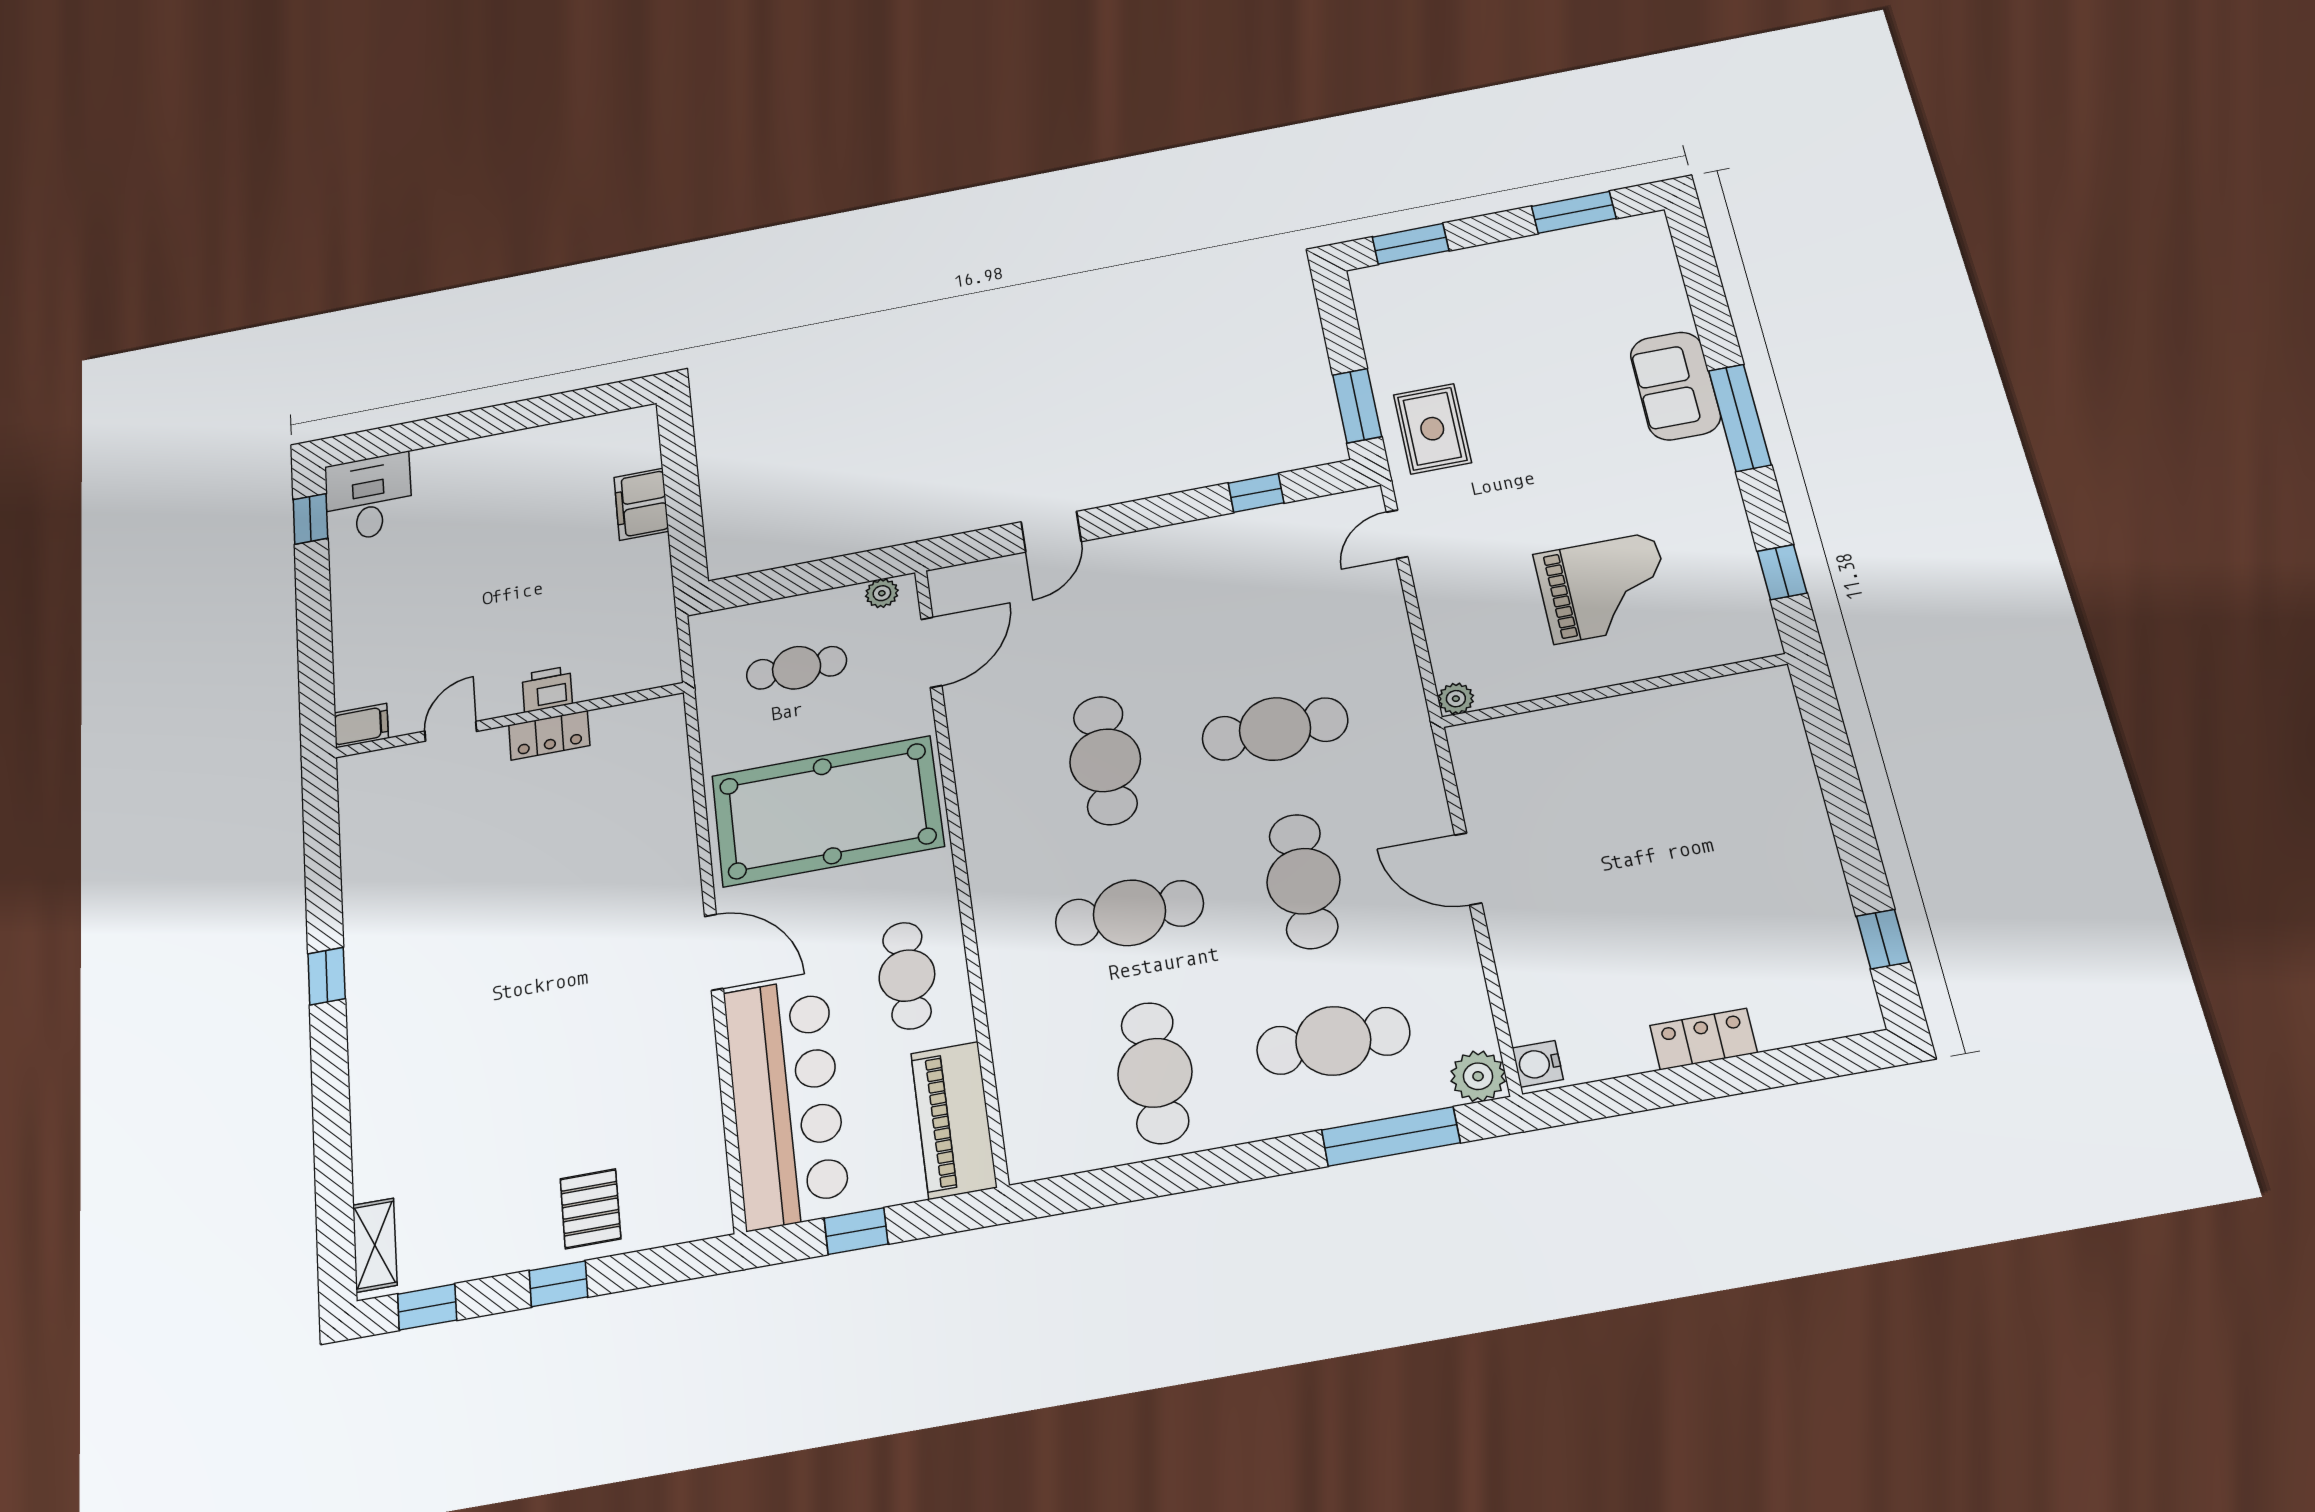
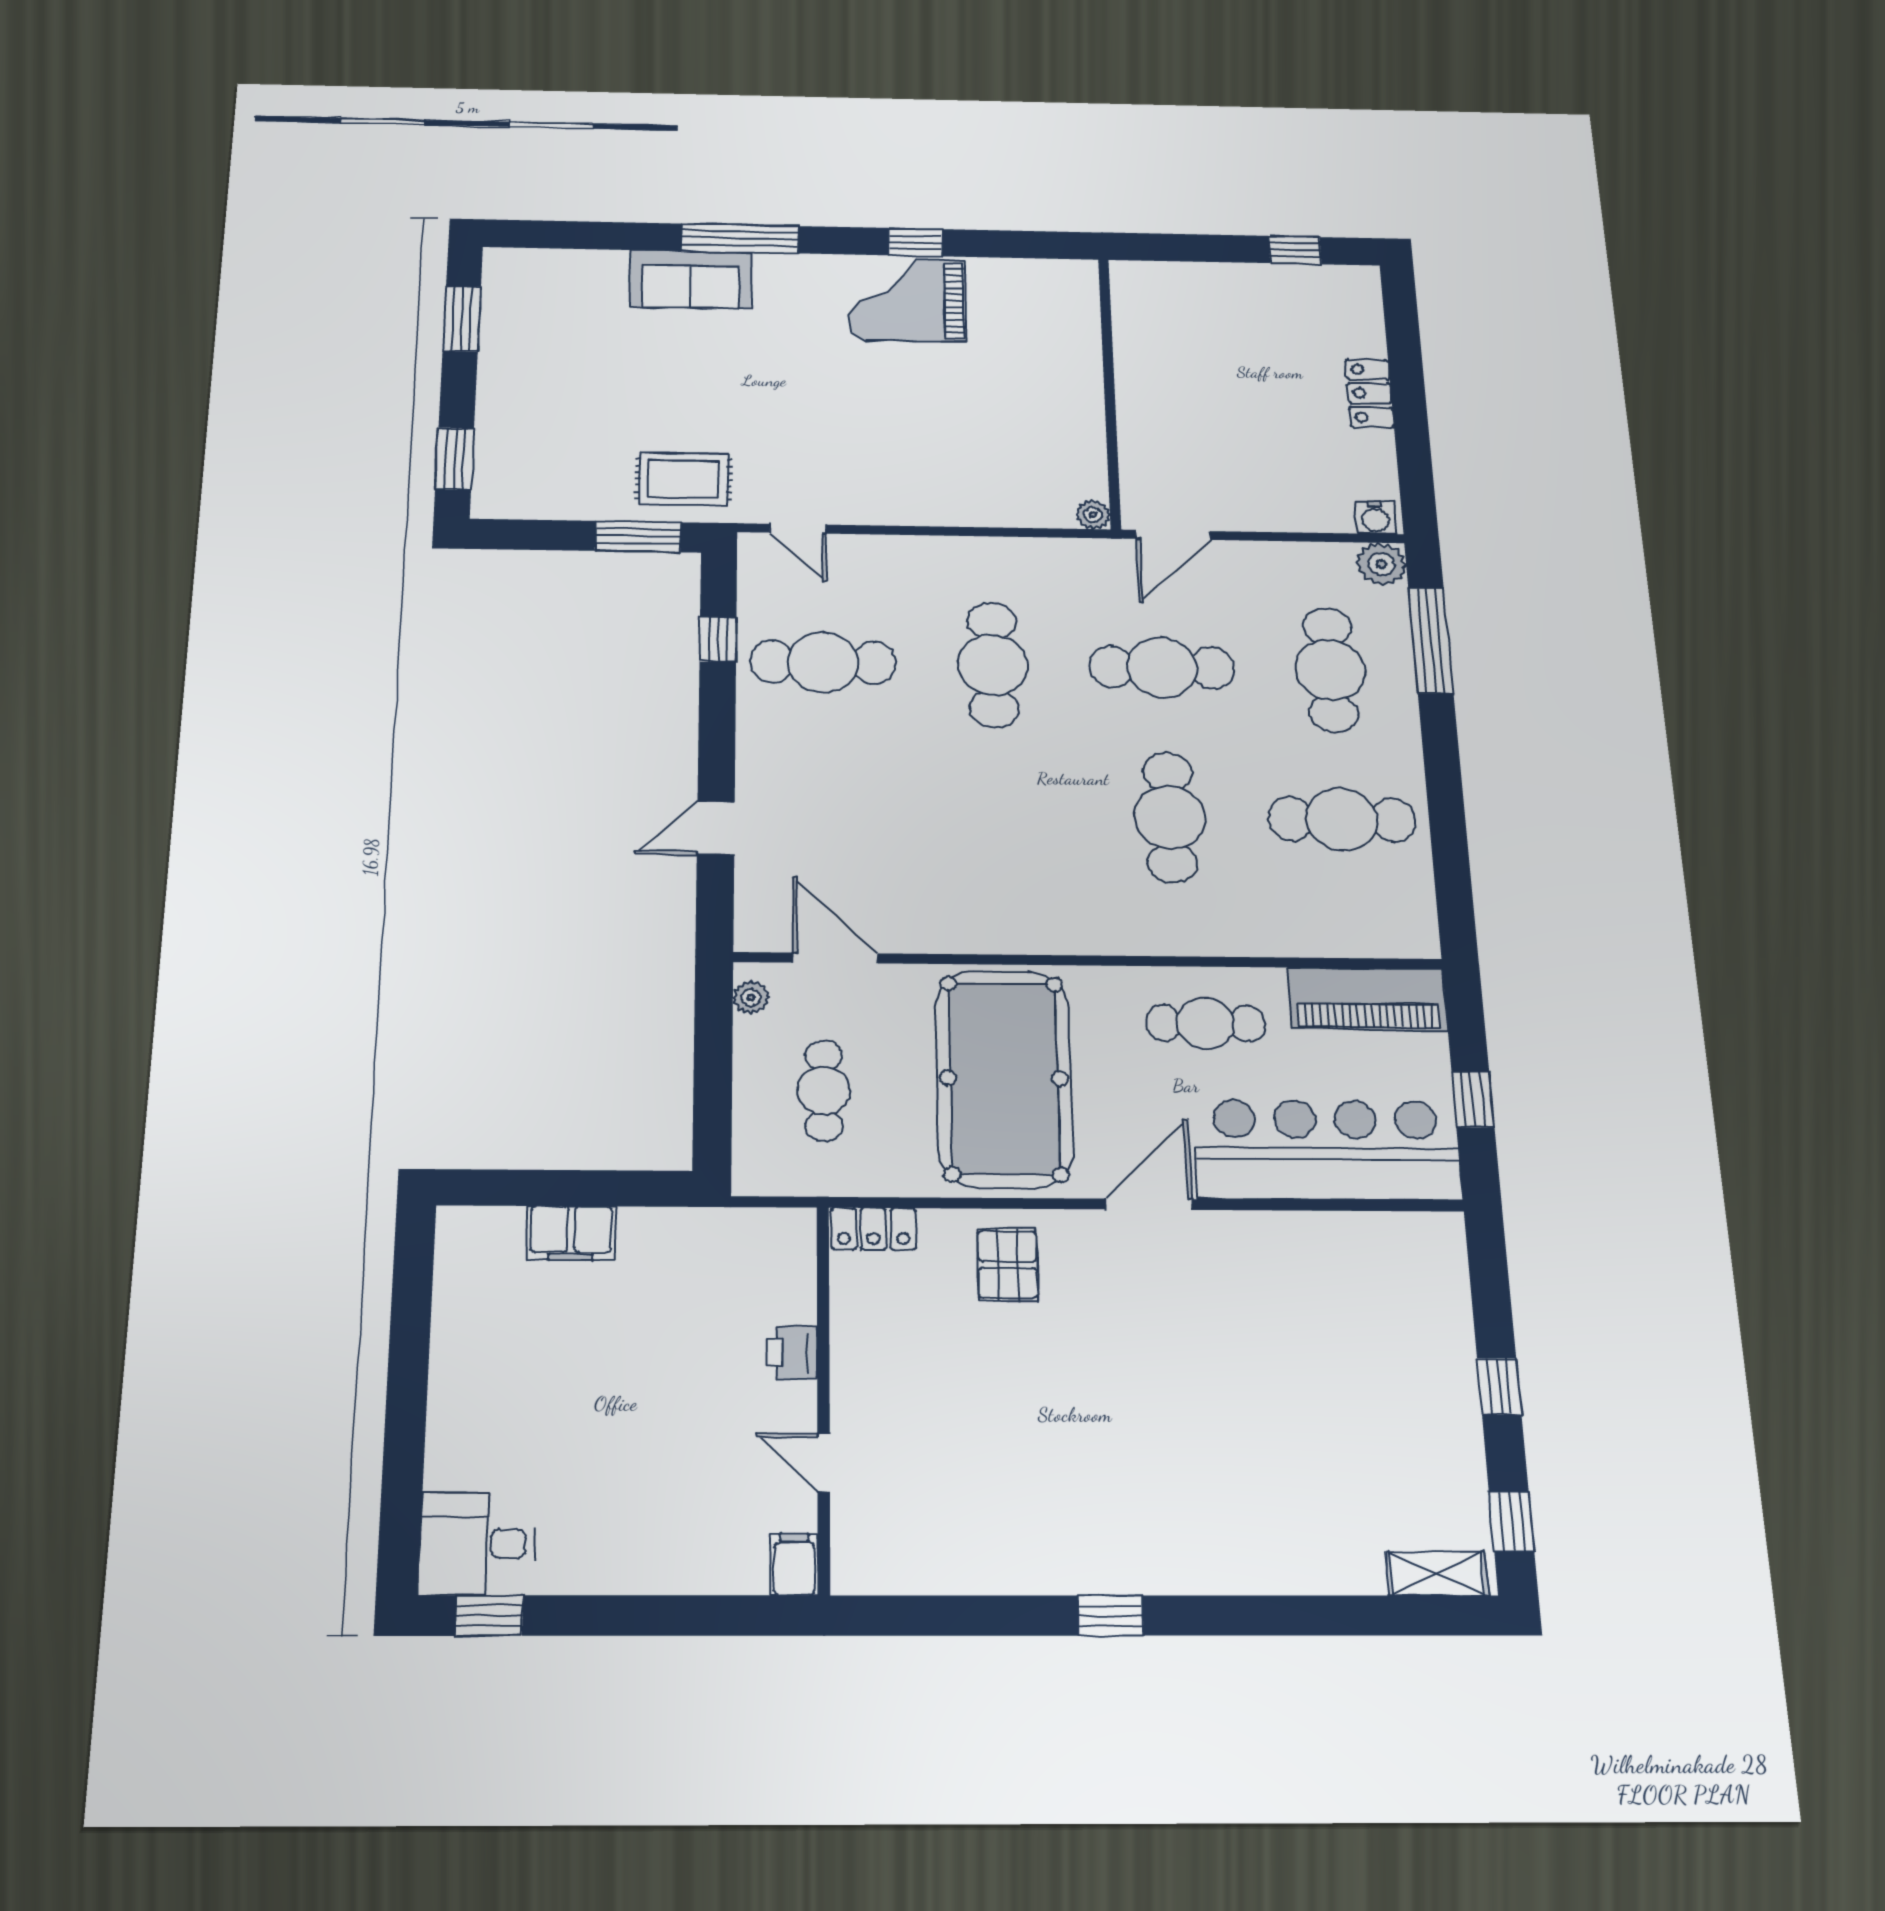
door: (1051, 532) -> (716, 828), swing flipped
grand piano: (1604, 588) -> (907, 300), moved, turned -90
wall: (1614, 690) -> (1110, 392), moved
plant: (1456, 699) -> (1093, 515), moved
locker: (549, 735) -> (873, 1229), moved, turned 90
cafe table: (1105, 760) -> (823, 662), moved
pallet: (590, 1209) -> (1008, 1265), moved, turned 90

